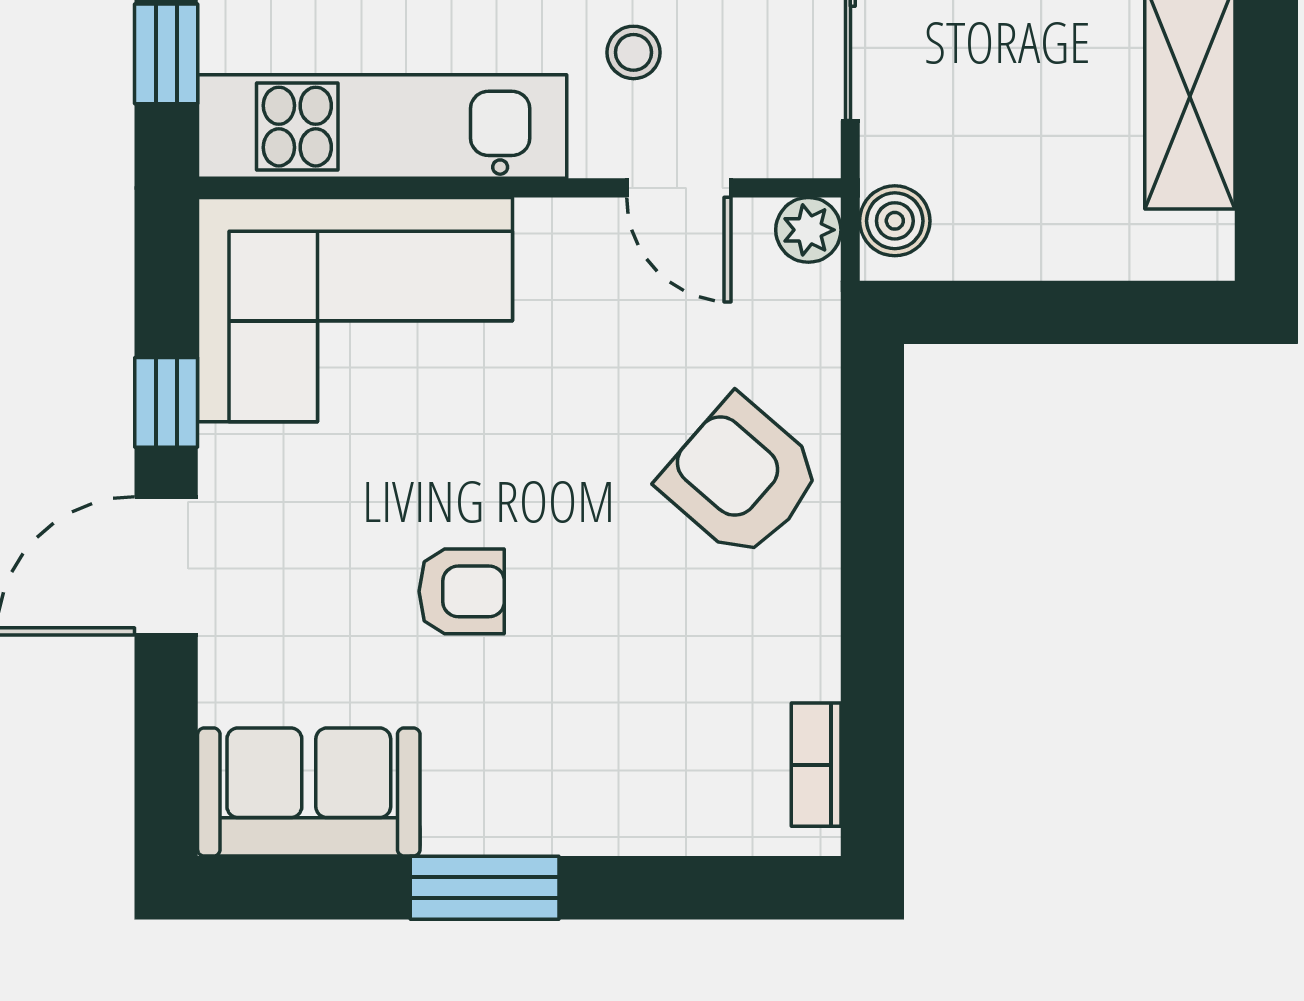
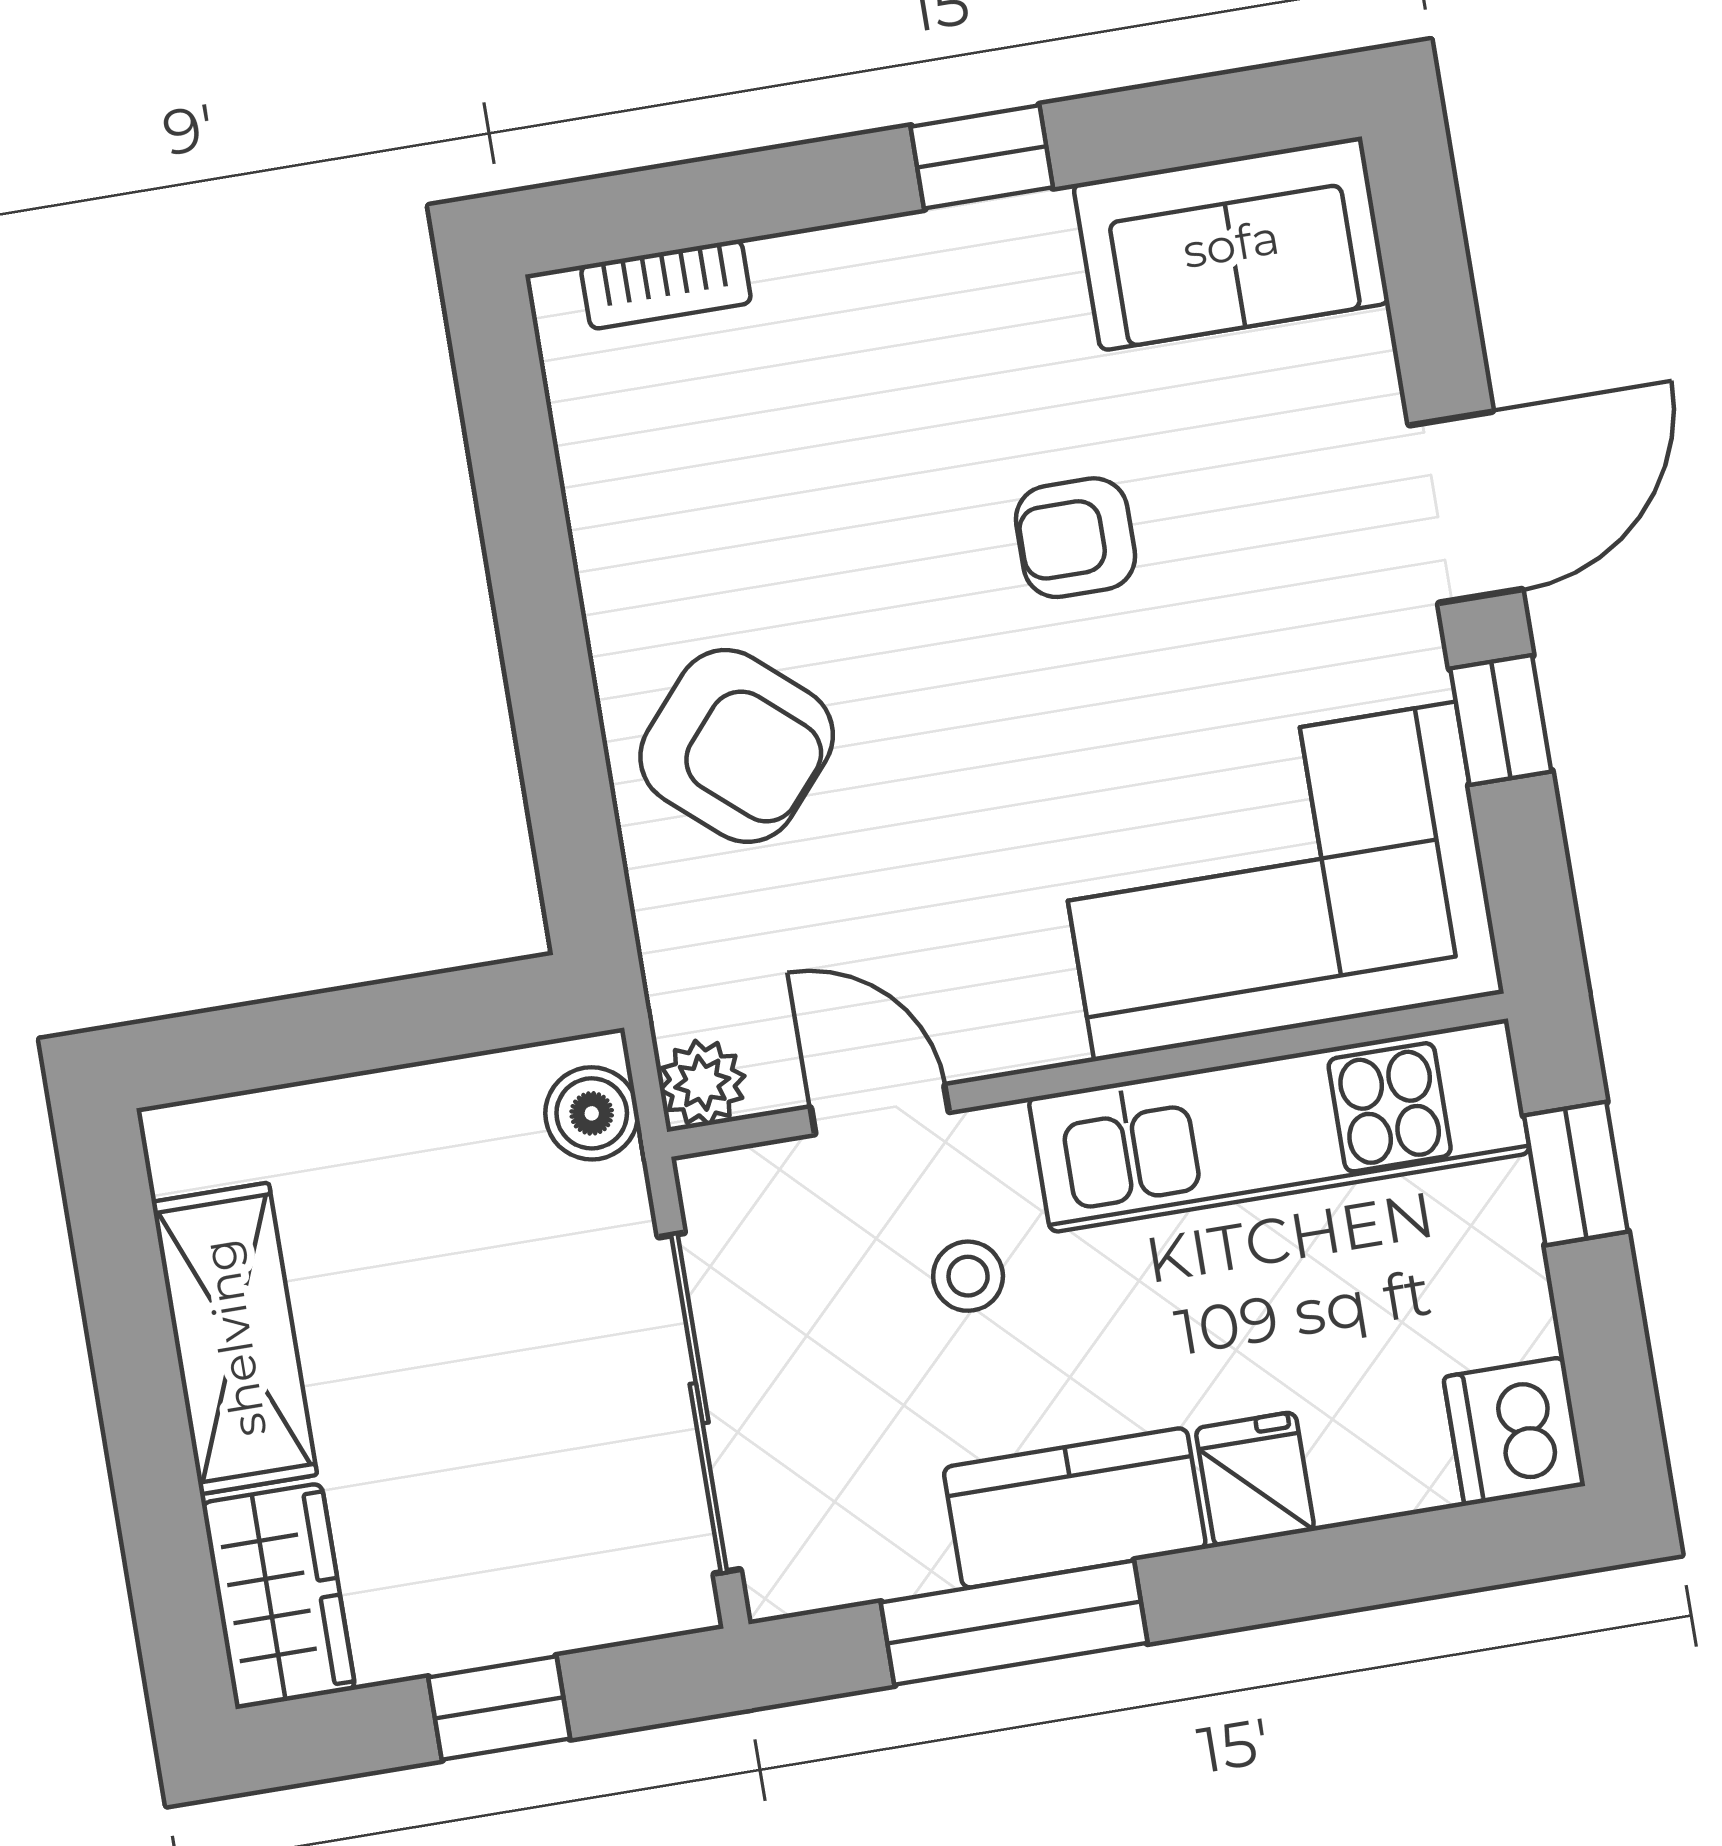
bookcase: (816, 765) -> (666, 284), moved, turned 90
window: (485, 888) -> (982, 157), width x0.67

